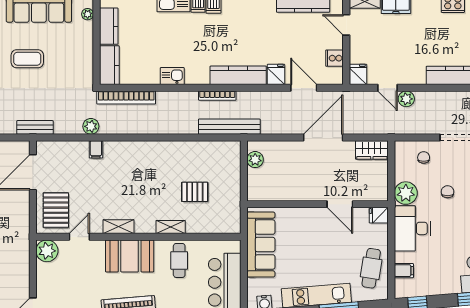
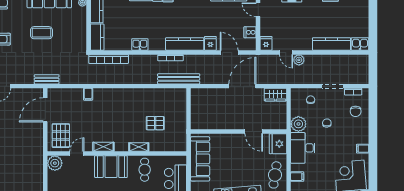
plant: (91, 126) -> (85, 79), removed
plant: (255, 160) -> (196, 101), removed
fridge: (379, 215) -> (278, 144), width x1.88, depth x1.34

